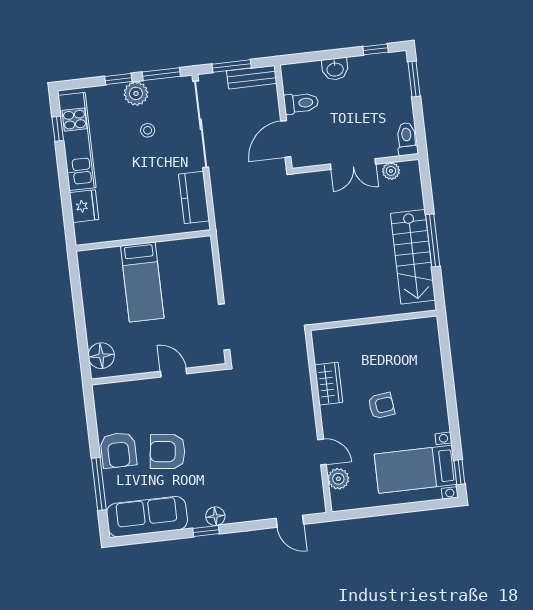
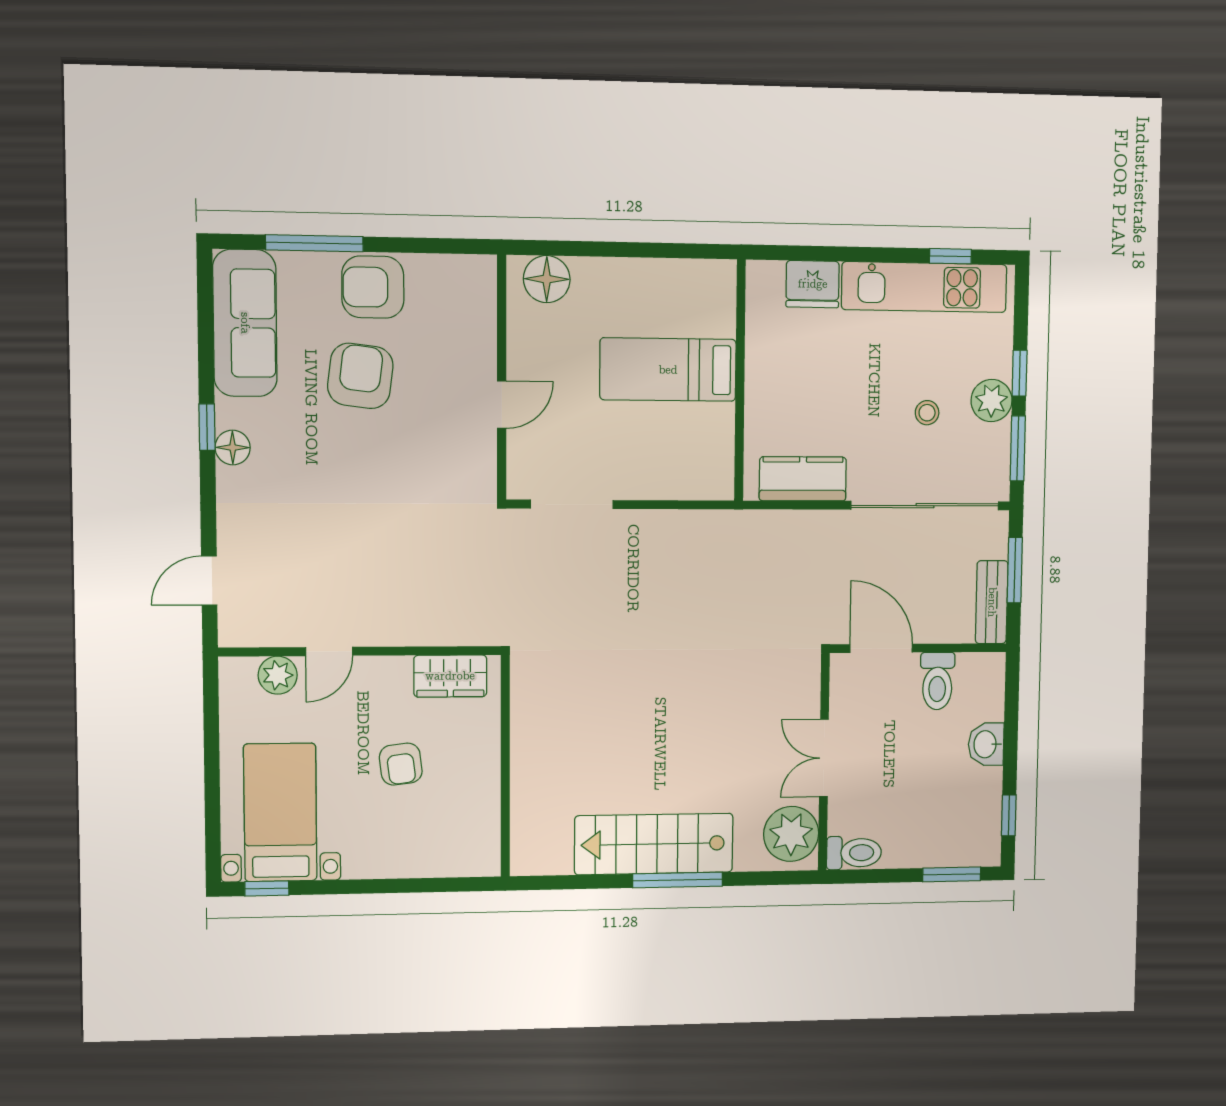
plant: (391, 171) -> (791, 834), width x1.88, depth x1.88
wall: (373, 320) -> (505, 766), moved

